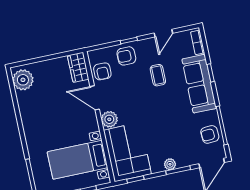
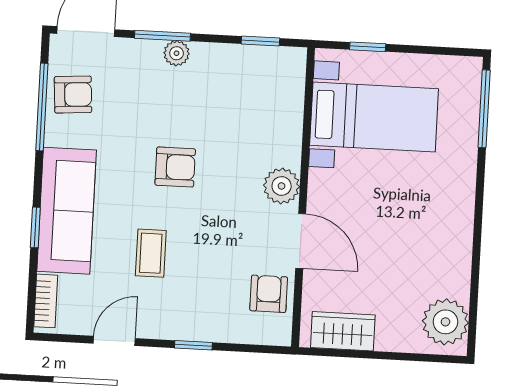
armchair: (126, 56) -> (175, 167), moved
wardrobe: (78, 67) -> (343, 331), moved, turned -90
corner sofa: (127, 152) -> (262, 104), removed

